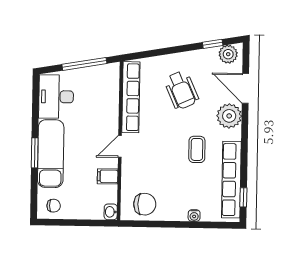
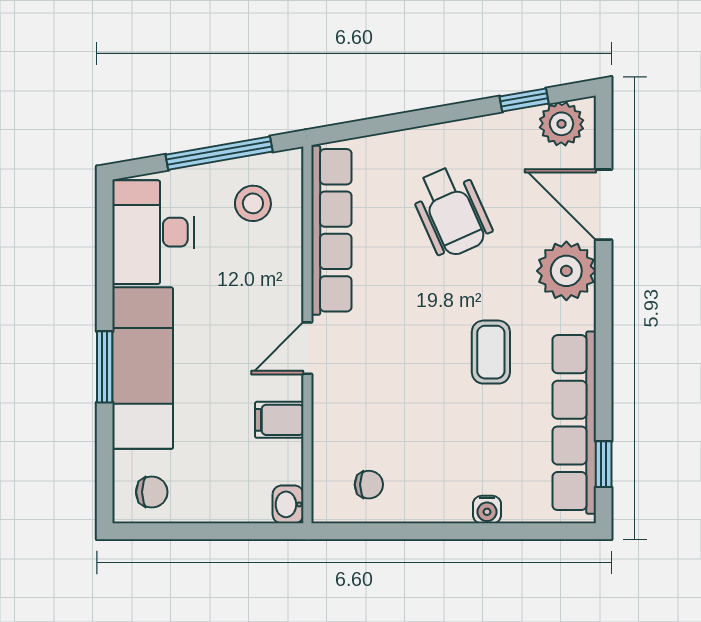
stool: (98, 85) -> (253, 203), added
chair: (145, 204) -> (369, 485), width x0.54, depth x0.54

